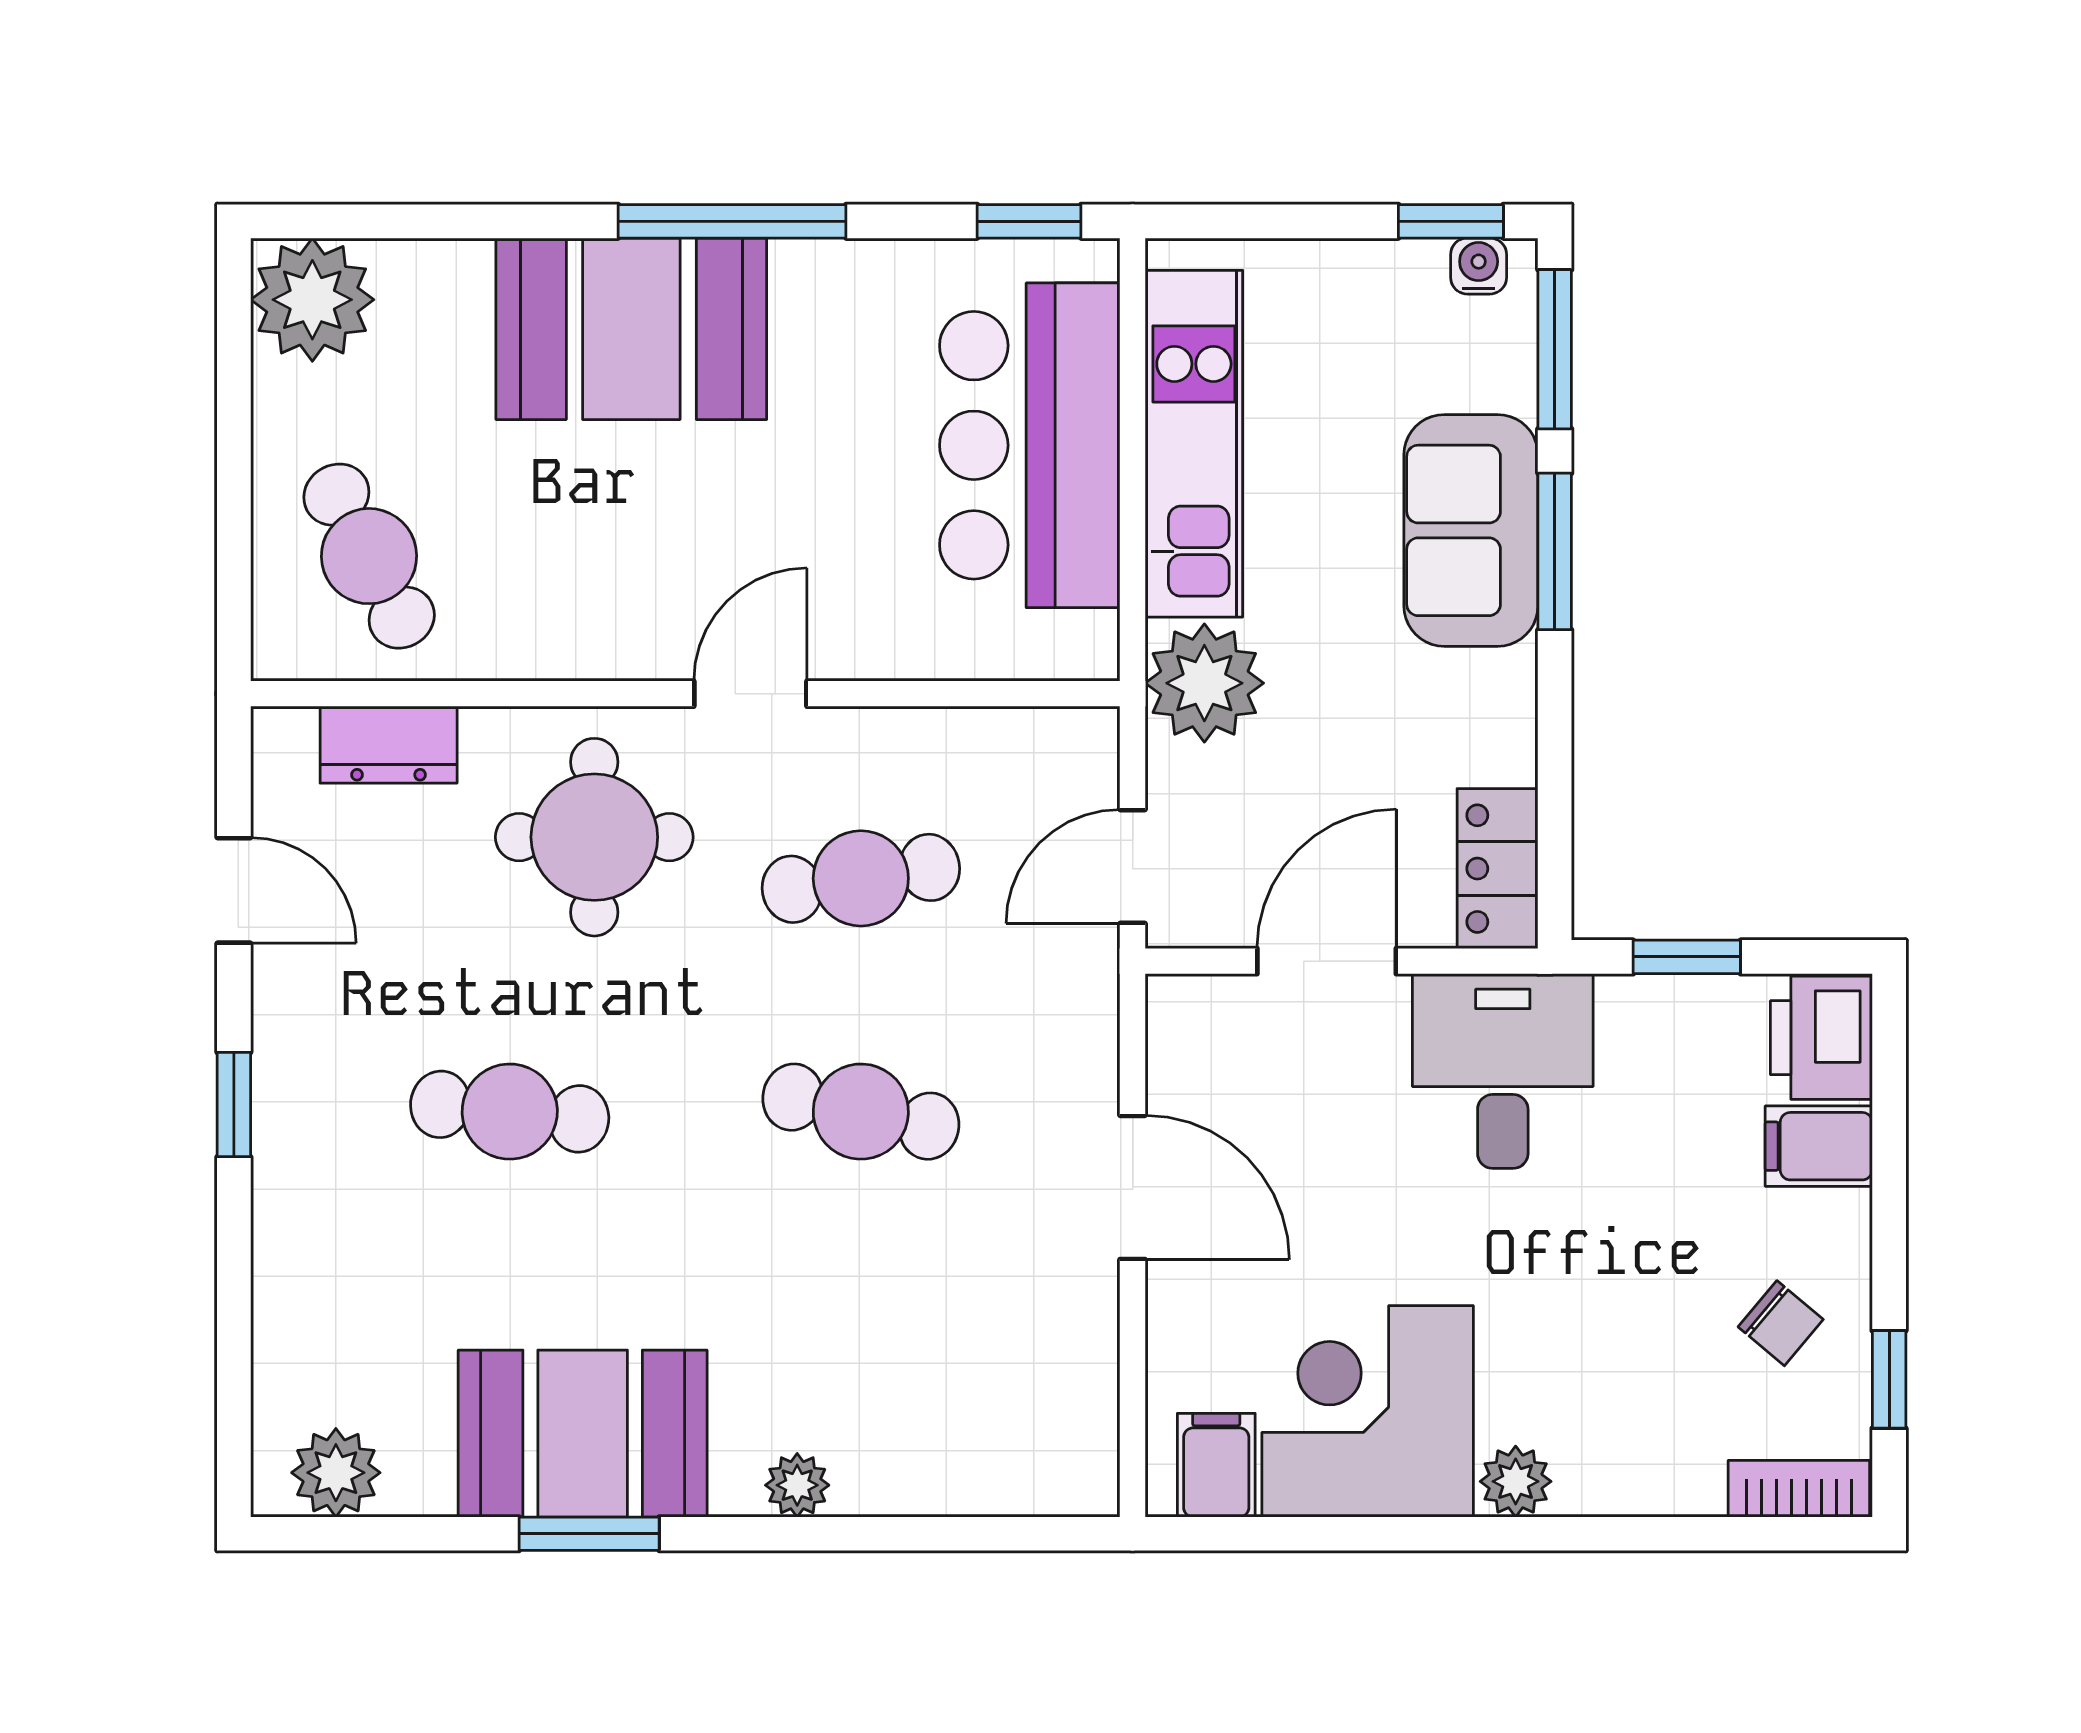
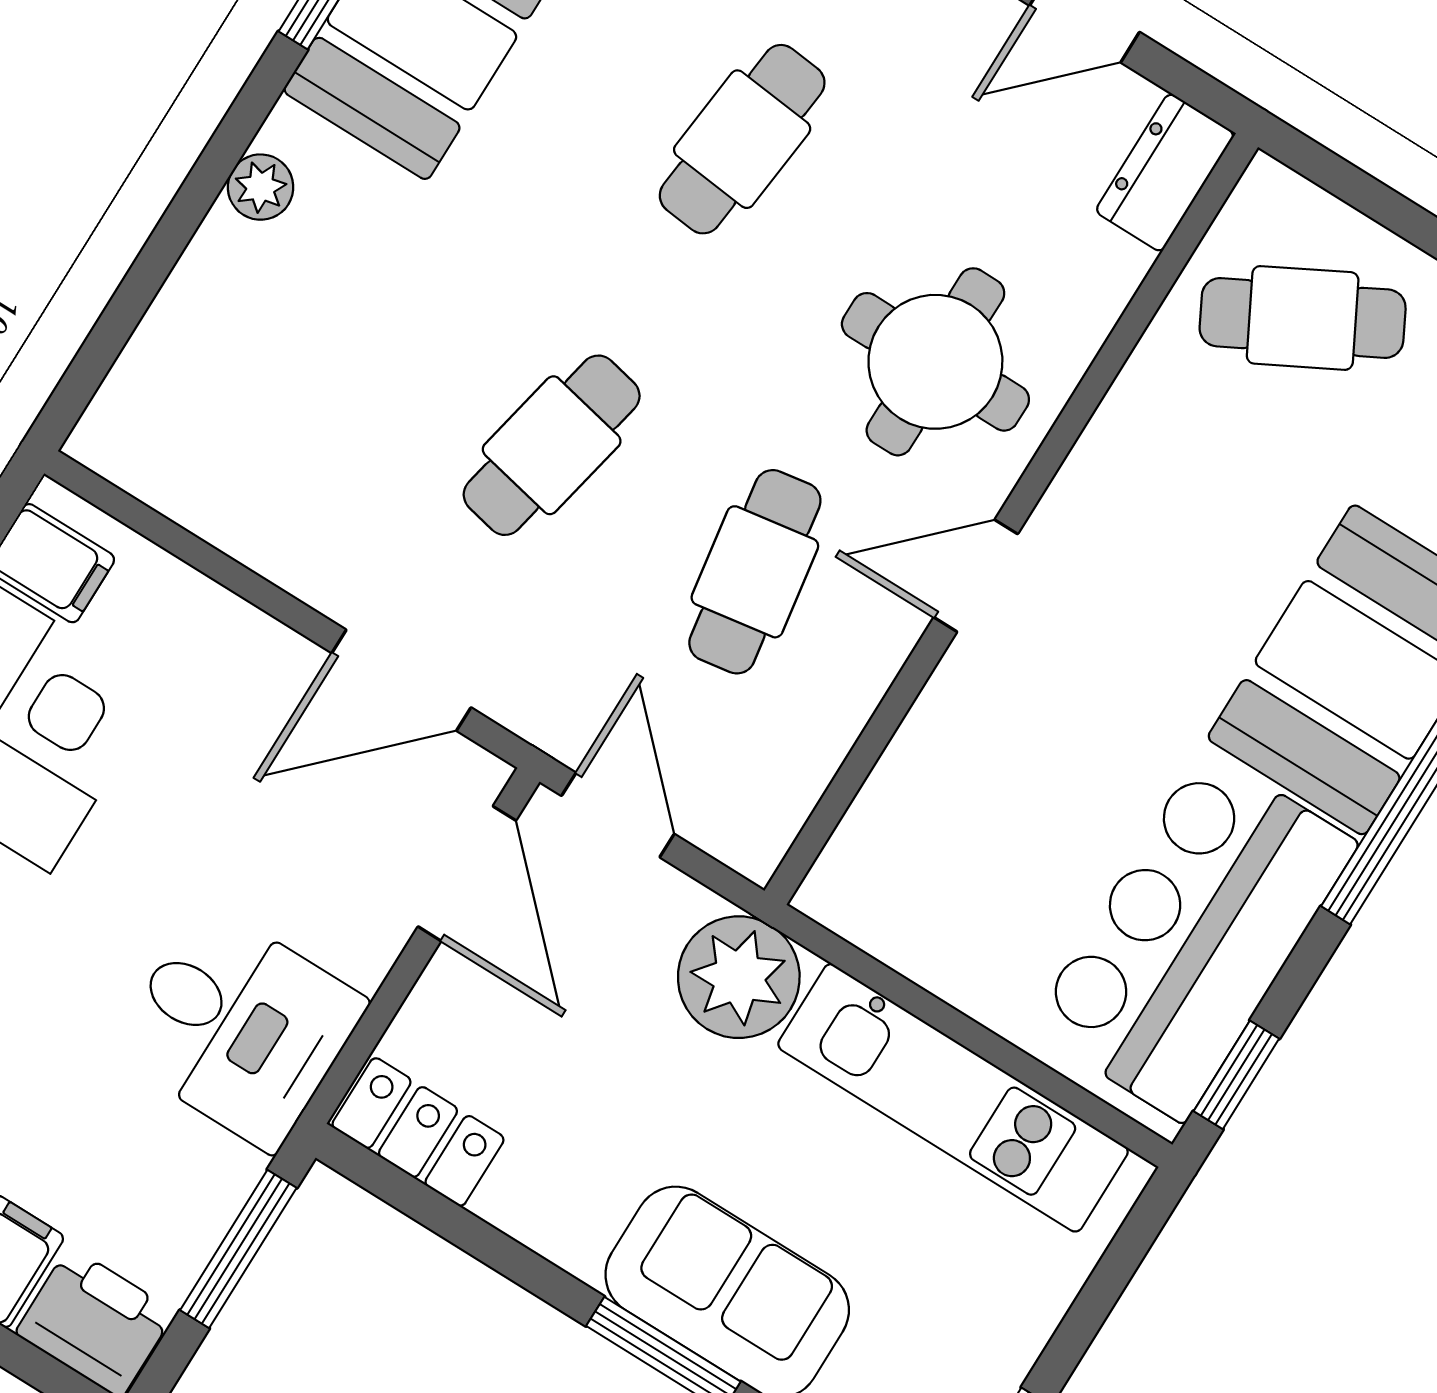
bar counter: (1030, 445) -> (1194, 935), moved, turned -90
door: (750, 694) -> (976, 576), swing flipped
dresser: (389, 745) -> (1165, 173), moved
window: (1687, 957) -> (238, 1249), width x1.50
door: (1327, 961) -> (467, 874), moved
door: (1133, 1187) -> (401, 680), moved

